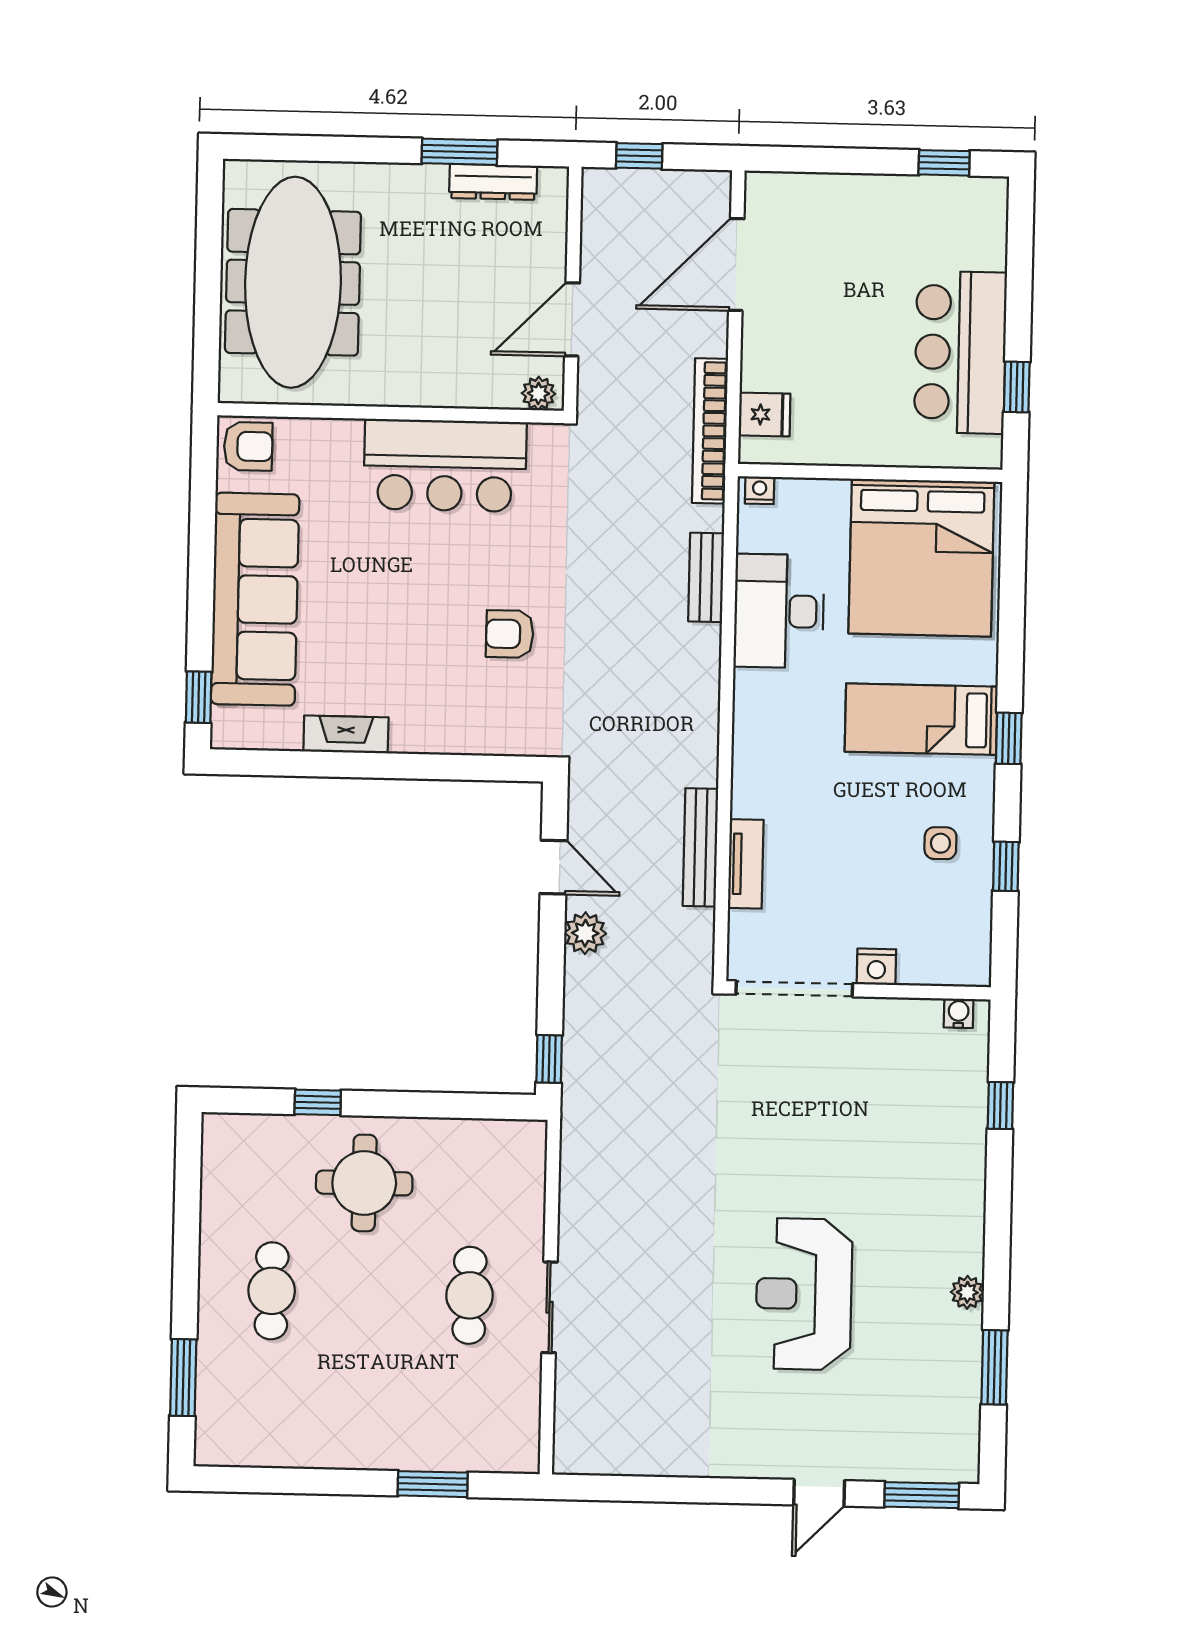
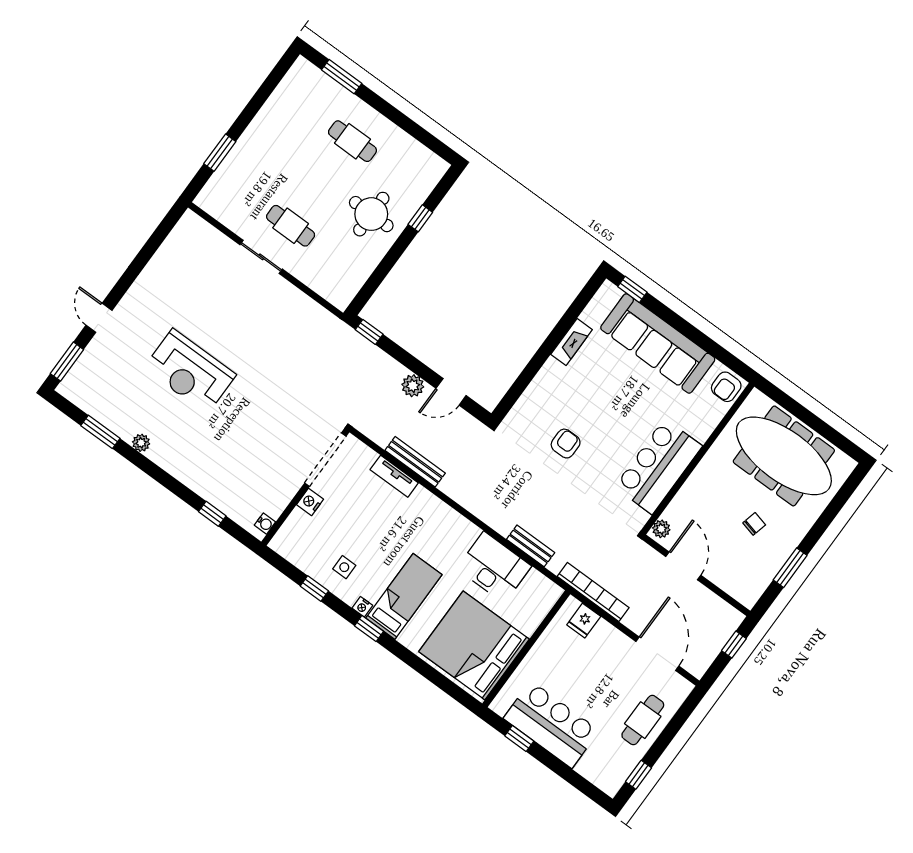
dresser: (493, 182) -> (767, 573), removed
cafe table: (855, 215) -> (643, 720), added
chair: (430, 255) -> (754, 524), added
nightstand: (760, 490) -> (362, 607), moved, turned 90
reception desk: (804, 1294) -> (190, 371), turned 180

